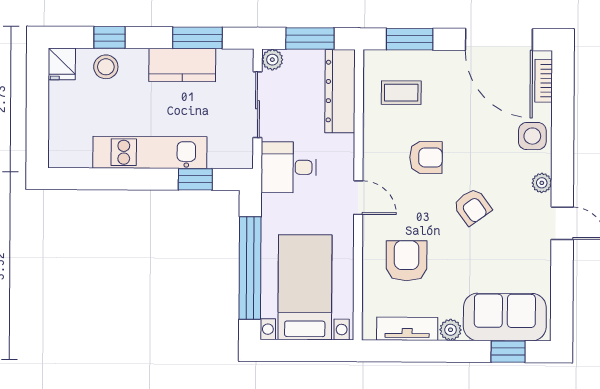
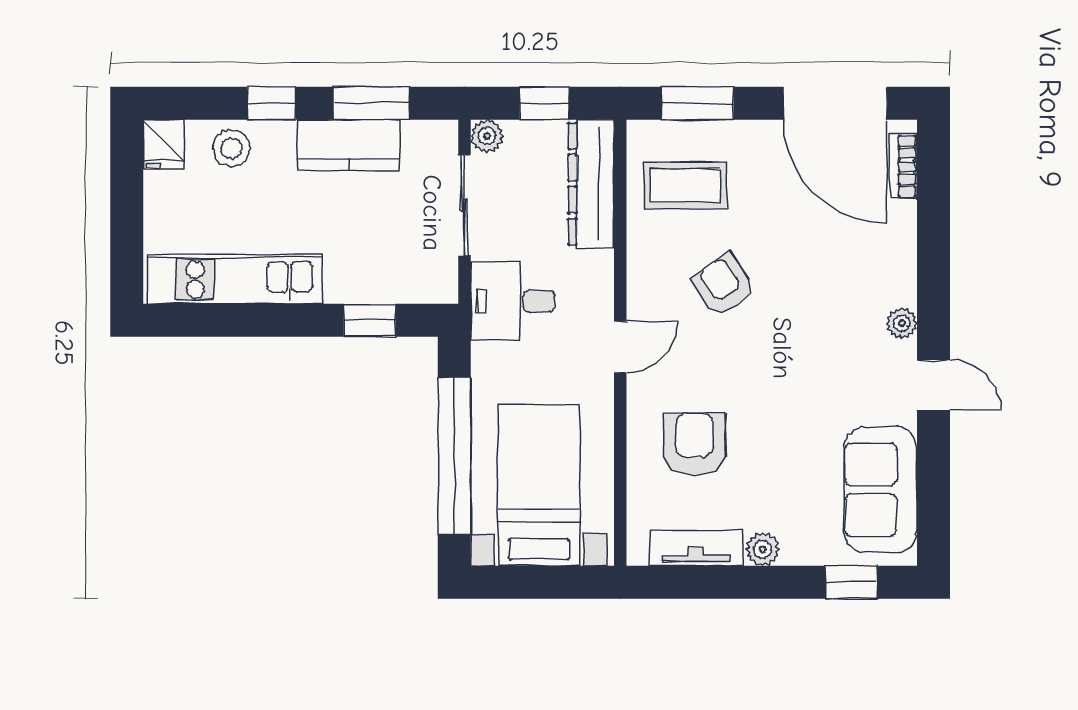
window: (109, 37) -> (271, 103), moved
window: (310, 39) -> (544, 103), width x0.67
coffee table: (401, 93) -> (685, 186), width x1.36, depth x1.30
side table: (532, 136) -> (887, 251), removed
kitchen unit: (150, 152) -> (235, 279), moved
armchair: (426, 157) -> (724, 285), turned -125
door: (358, 198) -> (620, 347), hinge flipped
armchair: (472, 207) -> (795, 360), removed
sofa: (505, 317) -> (880, 490), moved, turned -90

